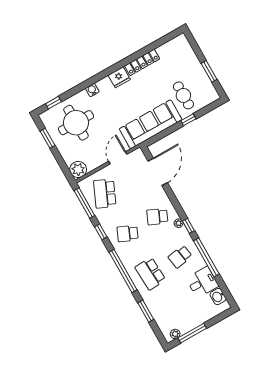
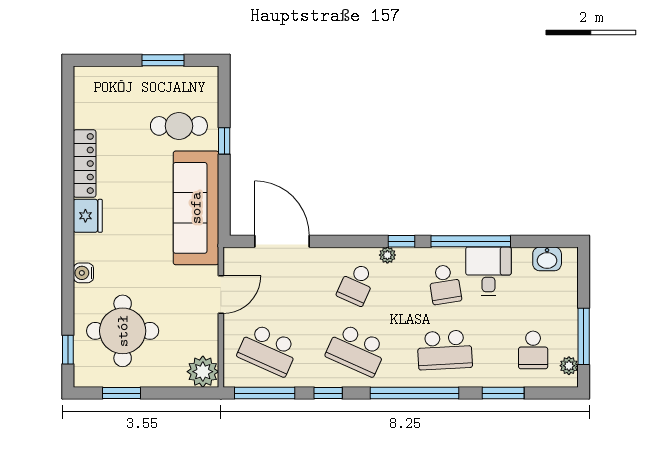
door: (118, 158) -> (221, 294), swing flipped
school desk: (128, 234) -> (356, 350), width x1.85
desk: (202, 282) -> (489, 271), moved
school desk: (173, 314) -> (533, 350), added

